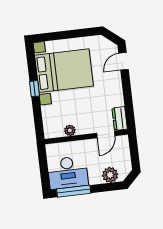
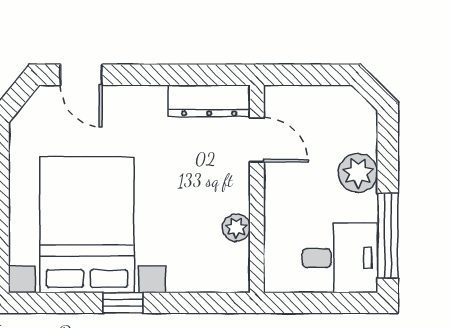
dresser: (120, 119) -> (209, 101), width x1.44
desk: (68, 173) -> (340, 258), width x0.73
plant: (110, 175) -> (358, 173), moved

